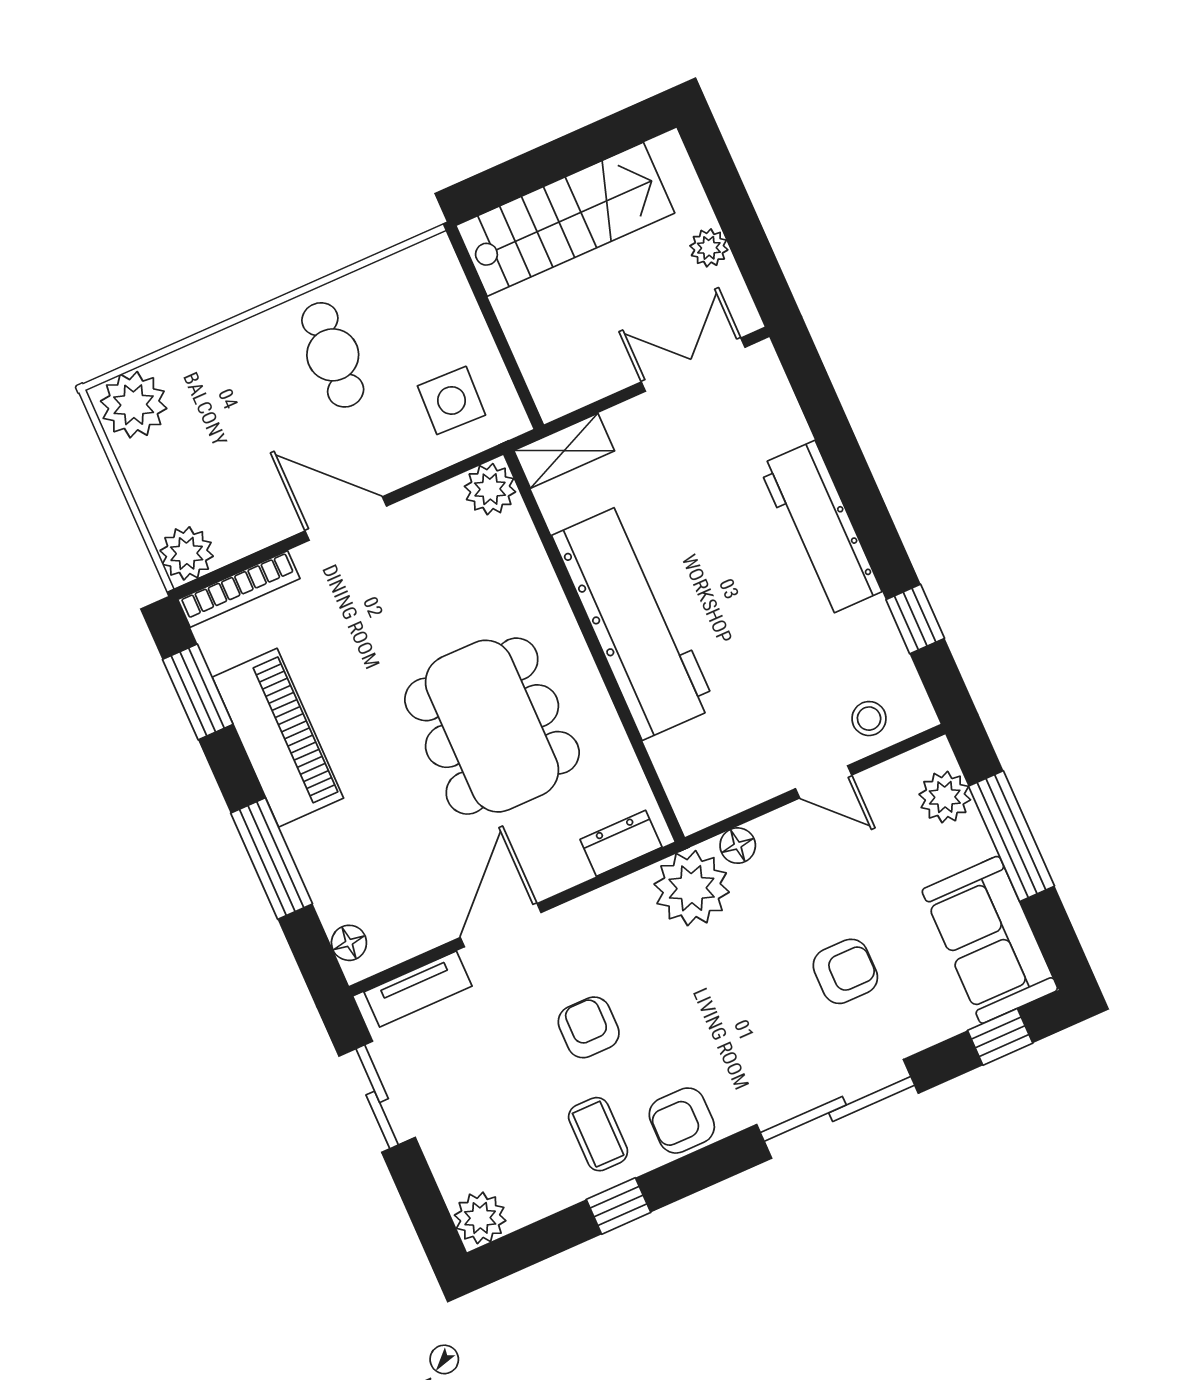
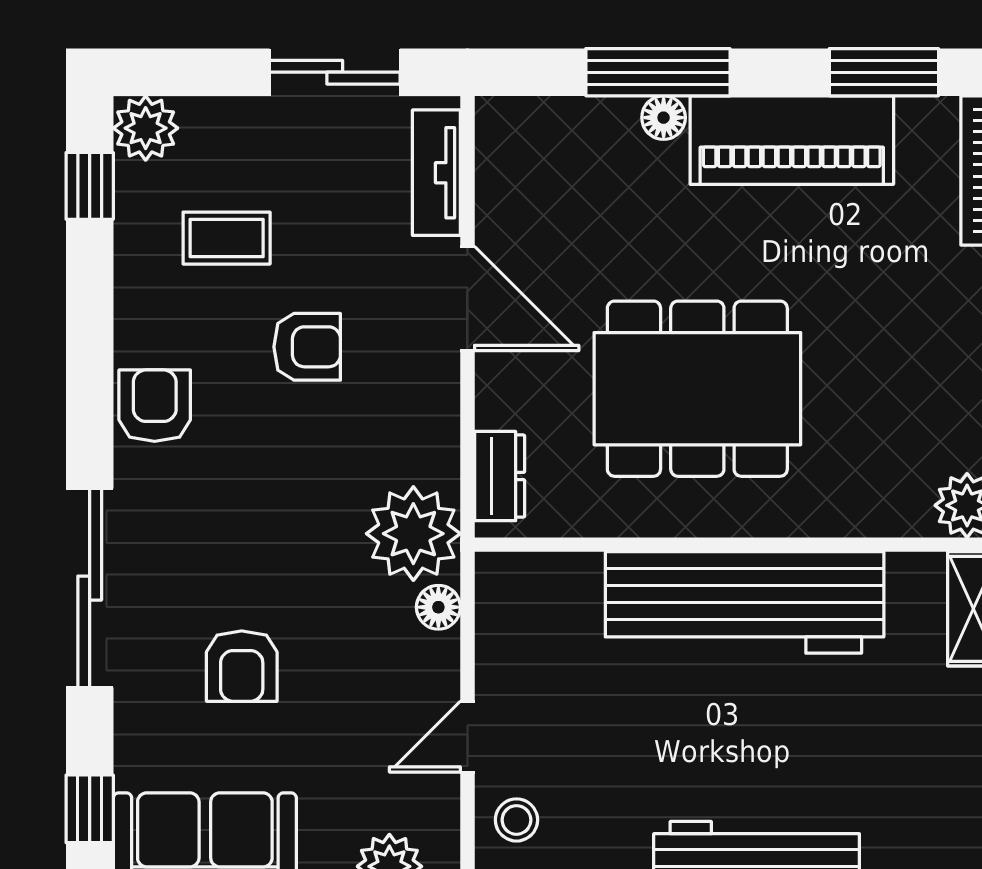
floor lamp: (349, 943) -> (664, 118), moved
coffee table: (598, 1134) -> (227, 238), moved
window: (618, 1206) -> (90, 186), moved

